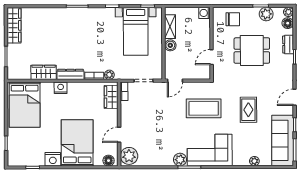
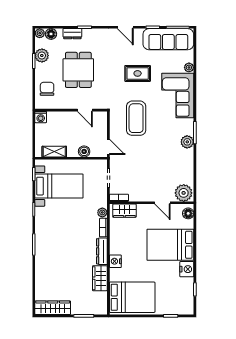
boiler: (170, 45) -> (84, 151), moved
corner sofa: (210, 150) -> (178, 96), moved

